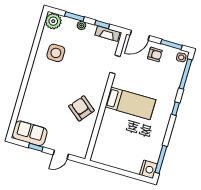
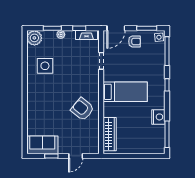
wardrobe: (102, 142) -> (110, 134), added
nightstand: (148, 169) -> (158, 117), moved

